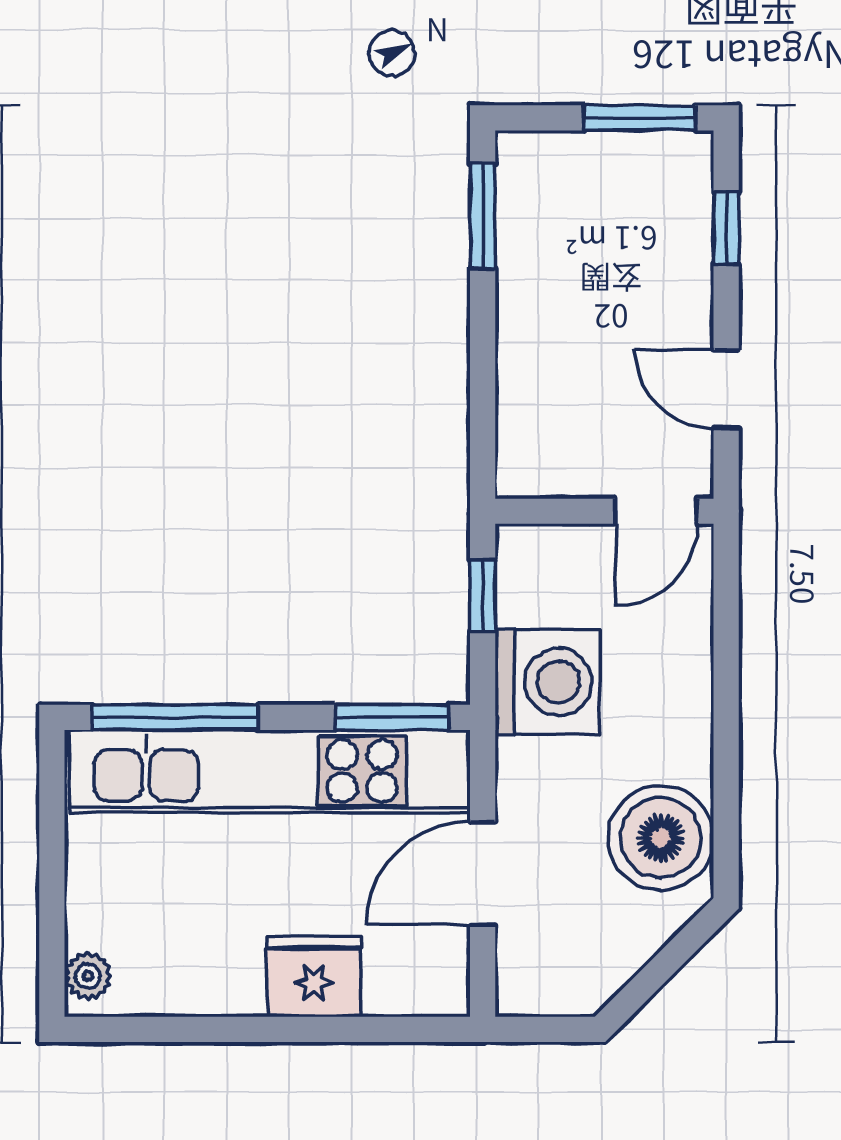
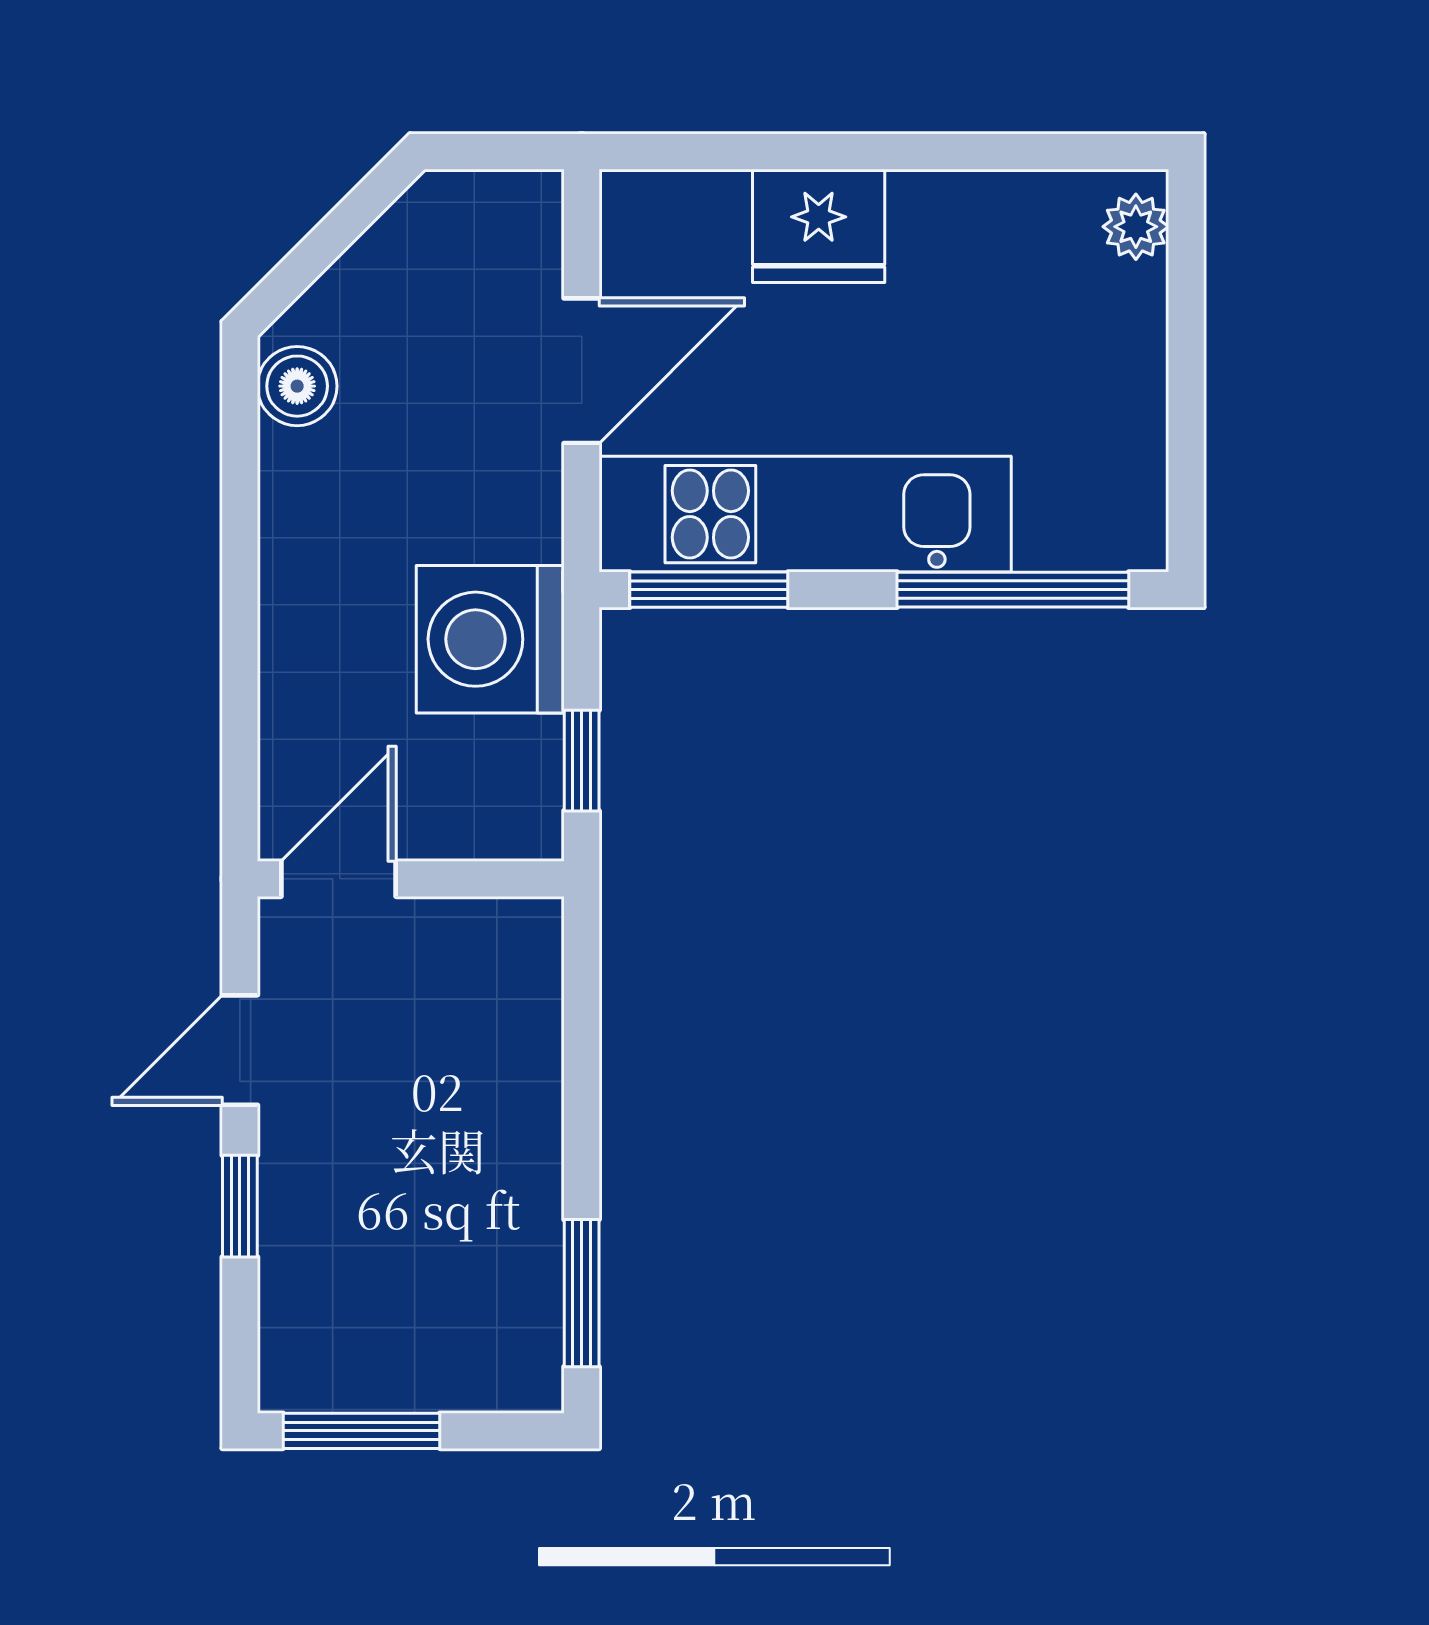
window: (726, 228) -> (240, 1206), moved
door: (726, 389) -> (240, 1050), swing flipped
kitchen unit: (270, 771) -> (805, 514), width x0.73
boiler: (661, 838) -> (297, 386), width x0.54, depth x0.54

